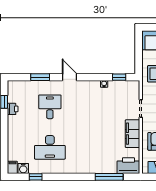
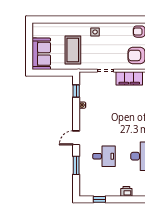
desk: (50, 107) -> (104, 156), turned 180
printer: (13, 109) -> (126, 191), moved

